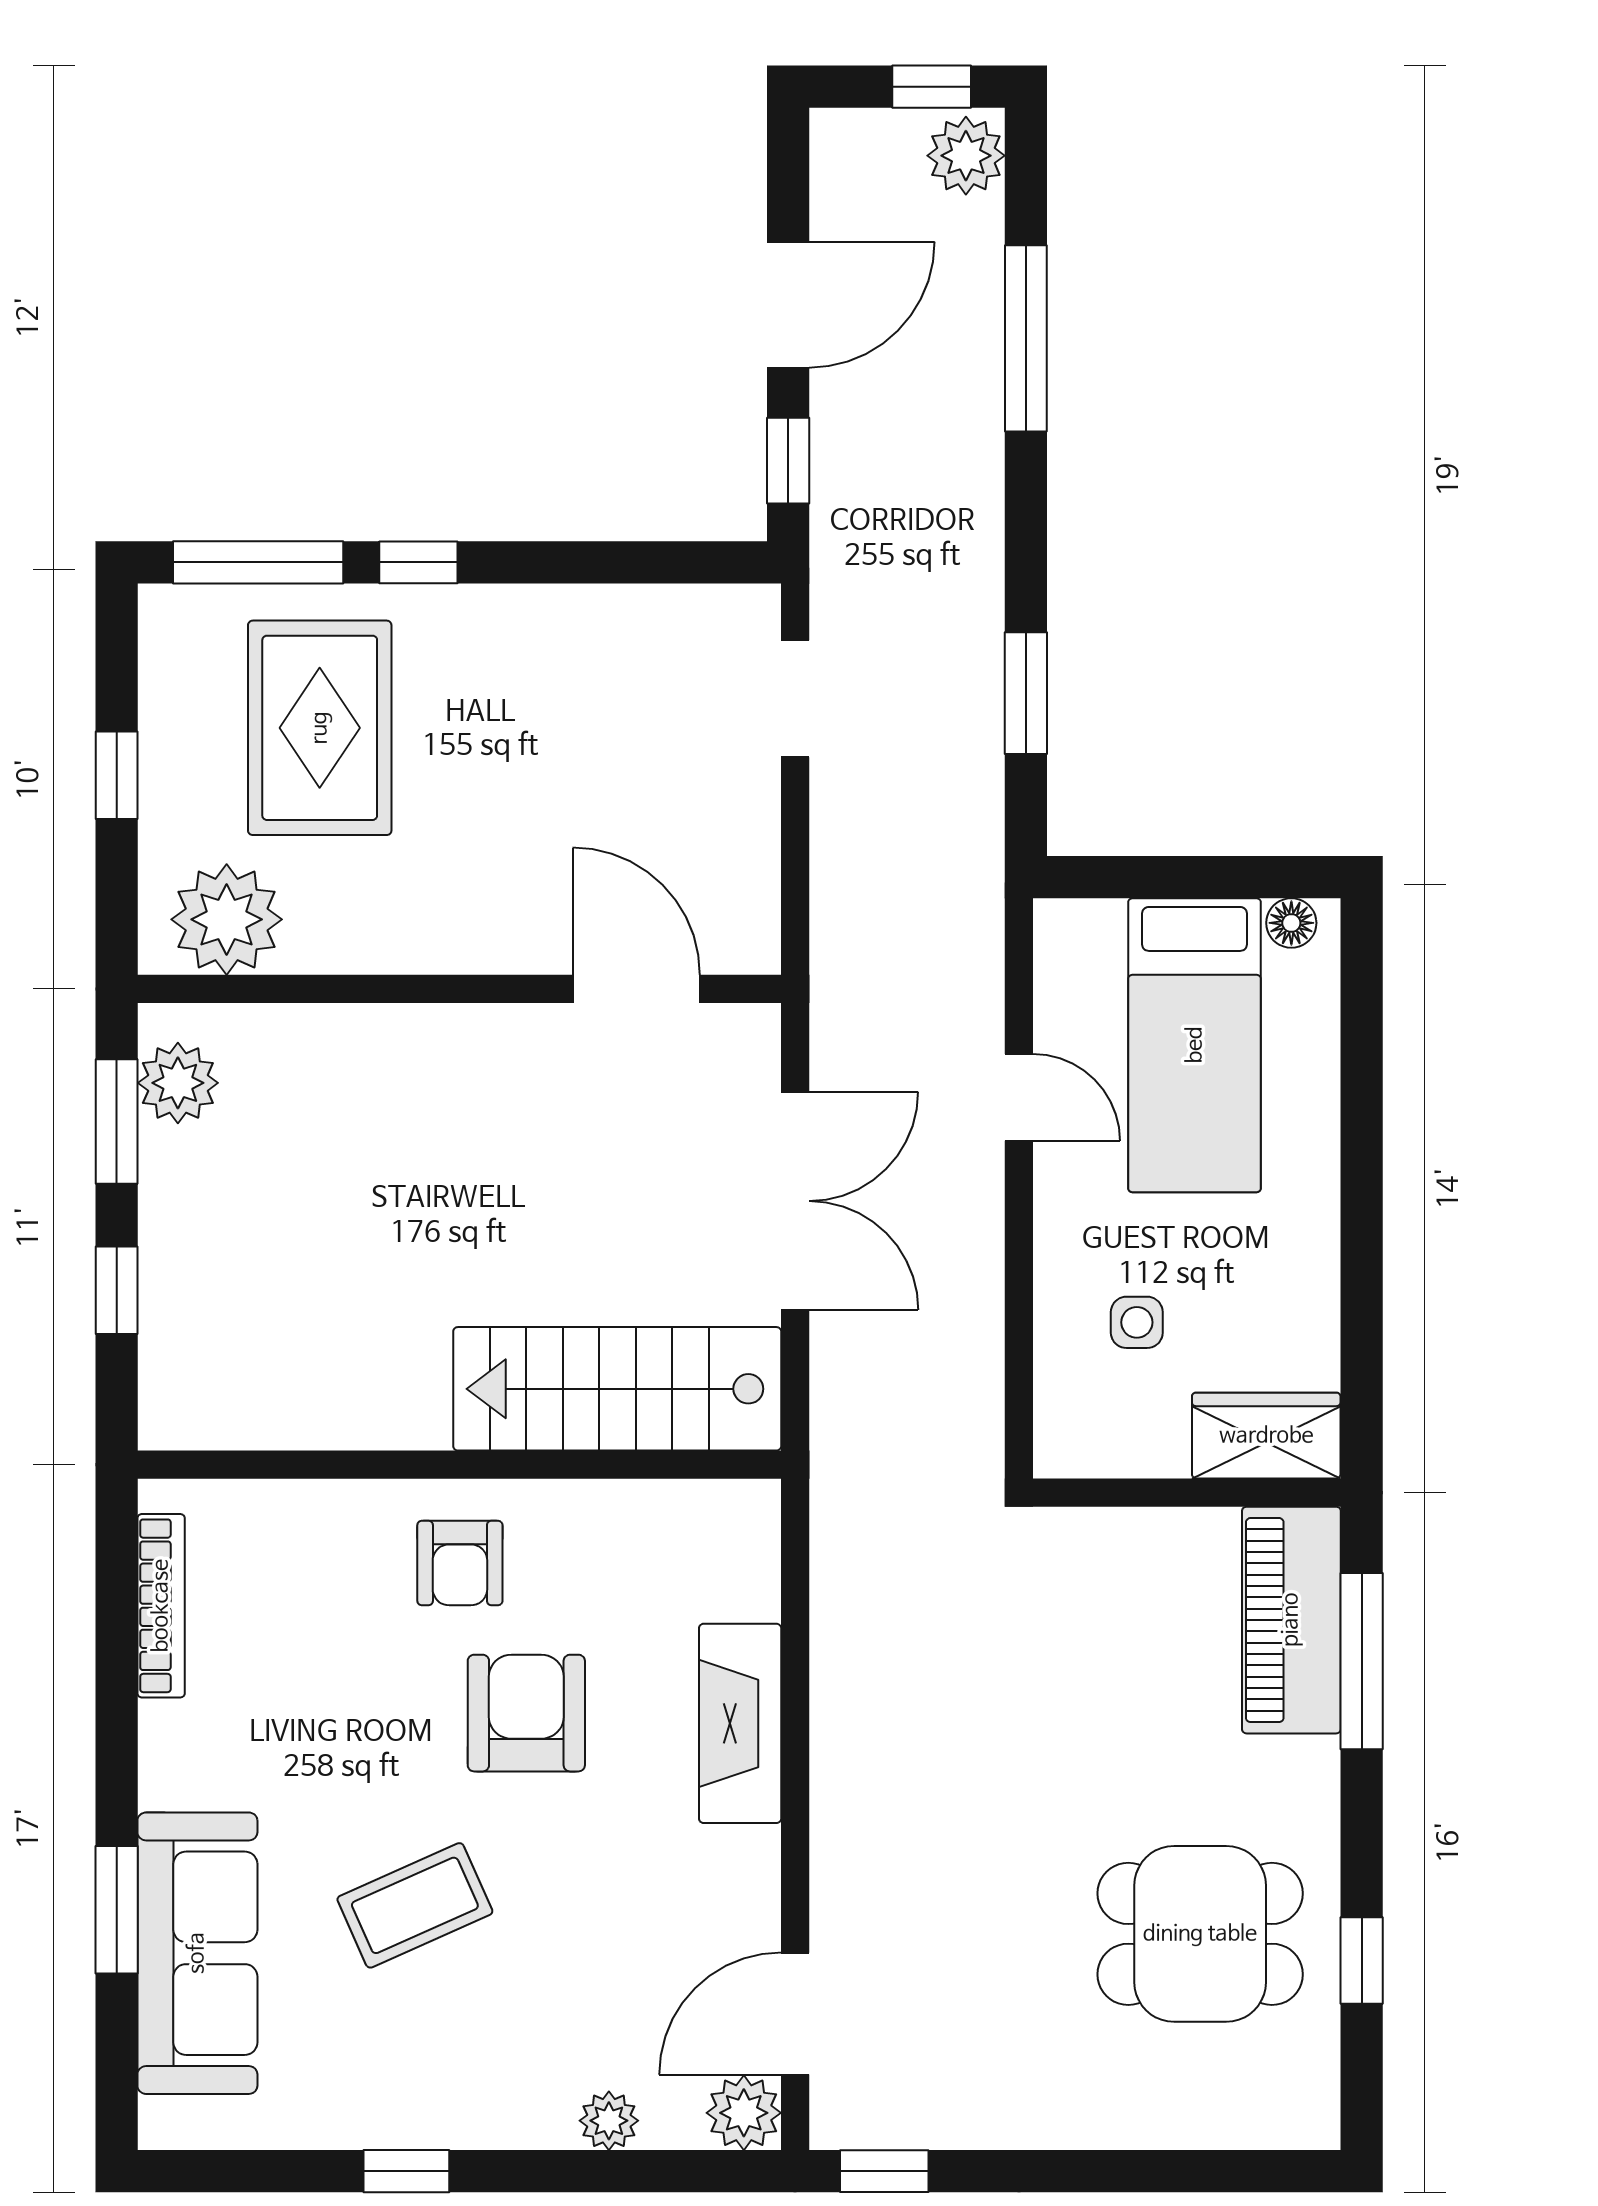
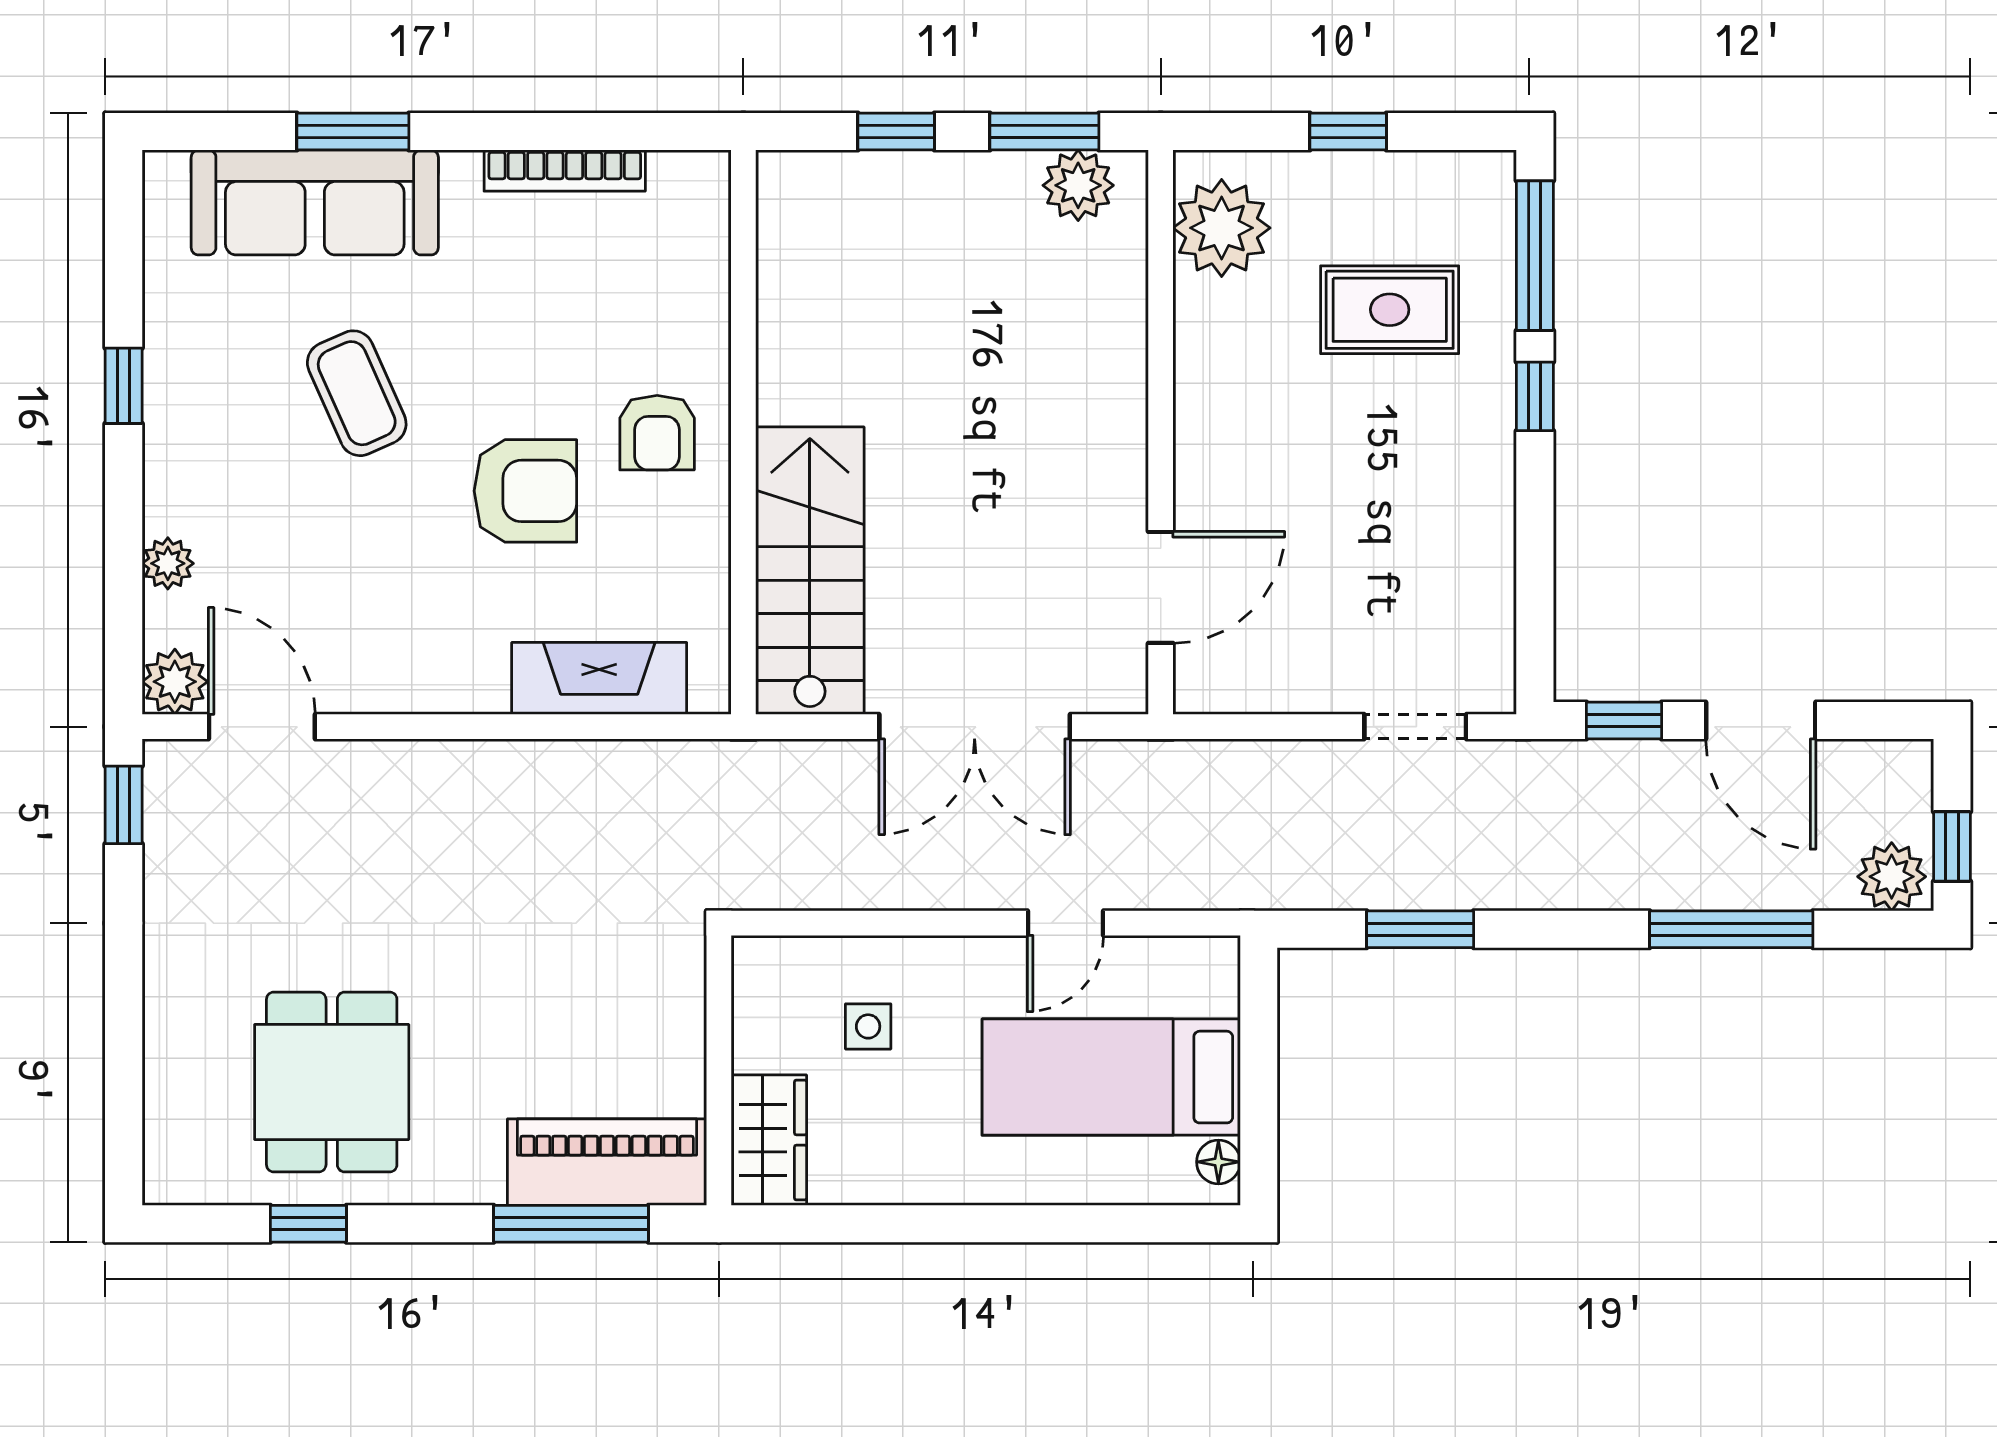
rug: (320, 728) -> (1390, 310), width x0.73, depth x0.70
armchair: (460, 1563) -> (657, 433), turned -90
bookcase: (161, 1606) -> (565, 171), moved
fireplace: (740, 1723) -> (599, 678), moved

